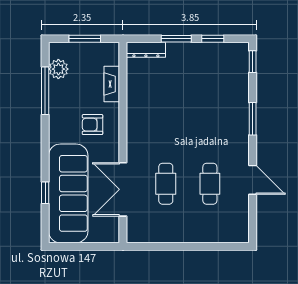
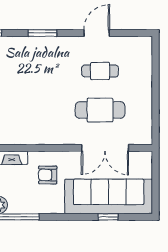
armchair: (92, 125) -> (48, 175), turned 90
cafe table: (166, 184) -> (100, 110), width x1.37, depth x1.35

